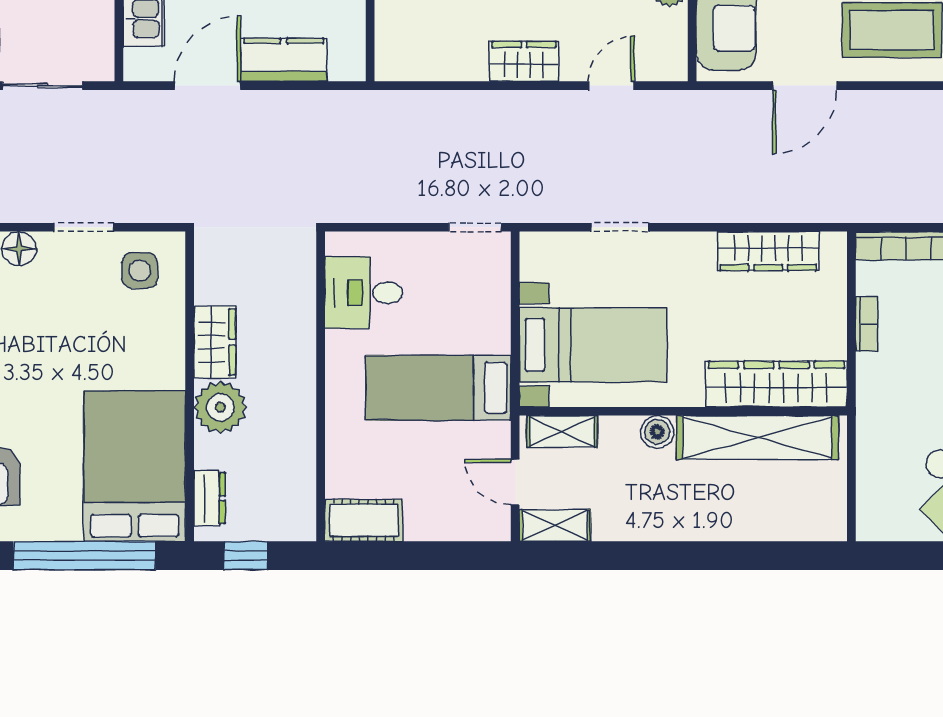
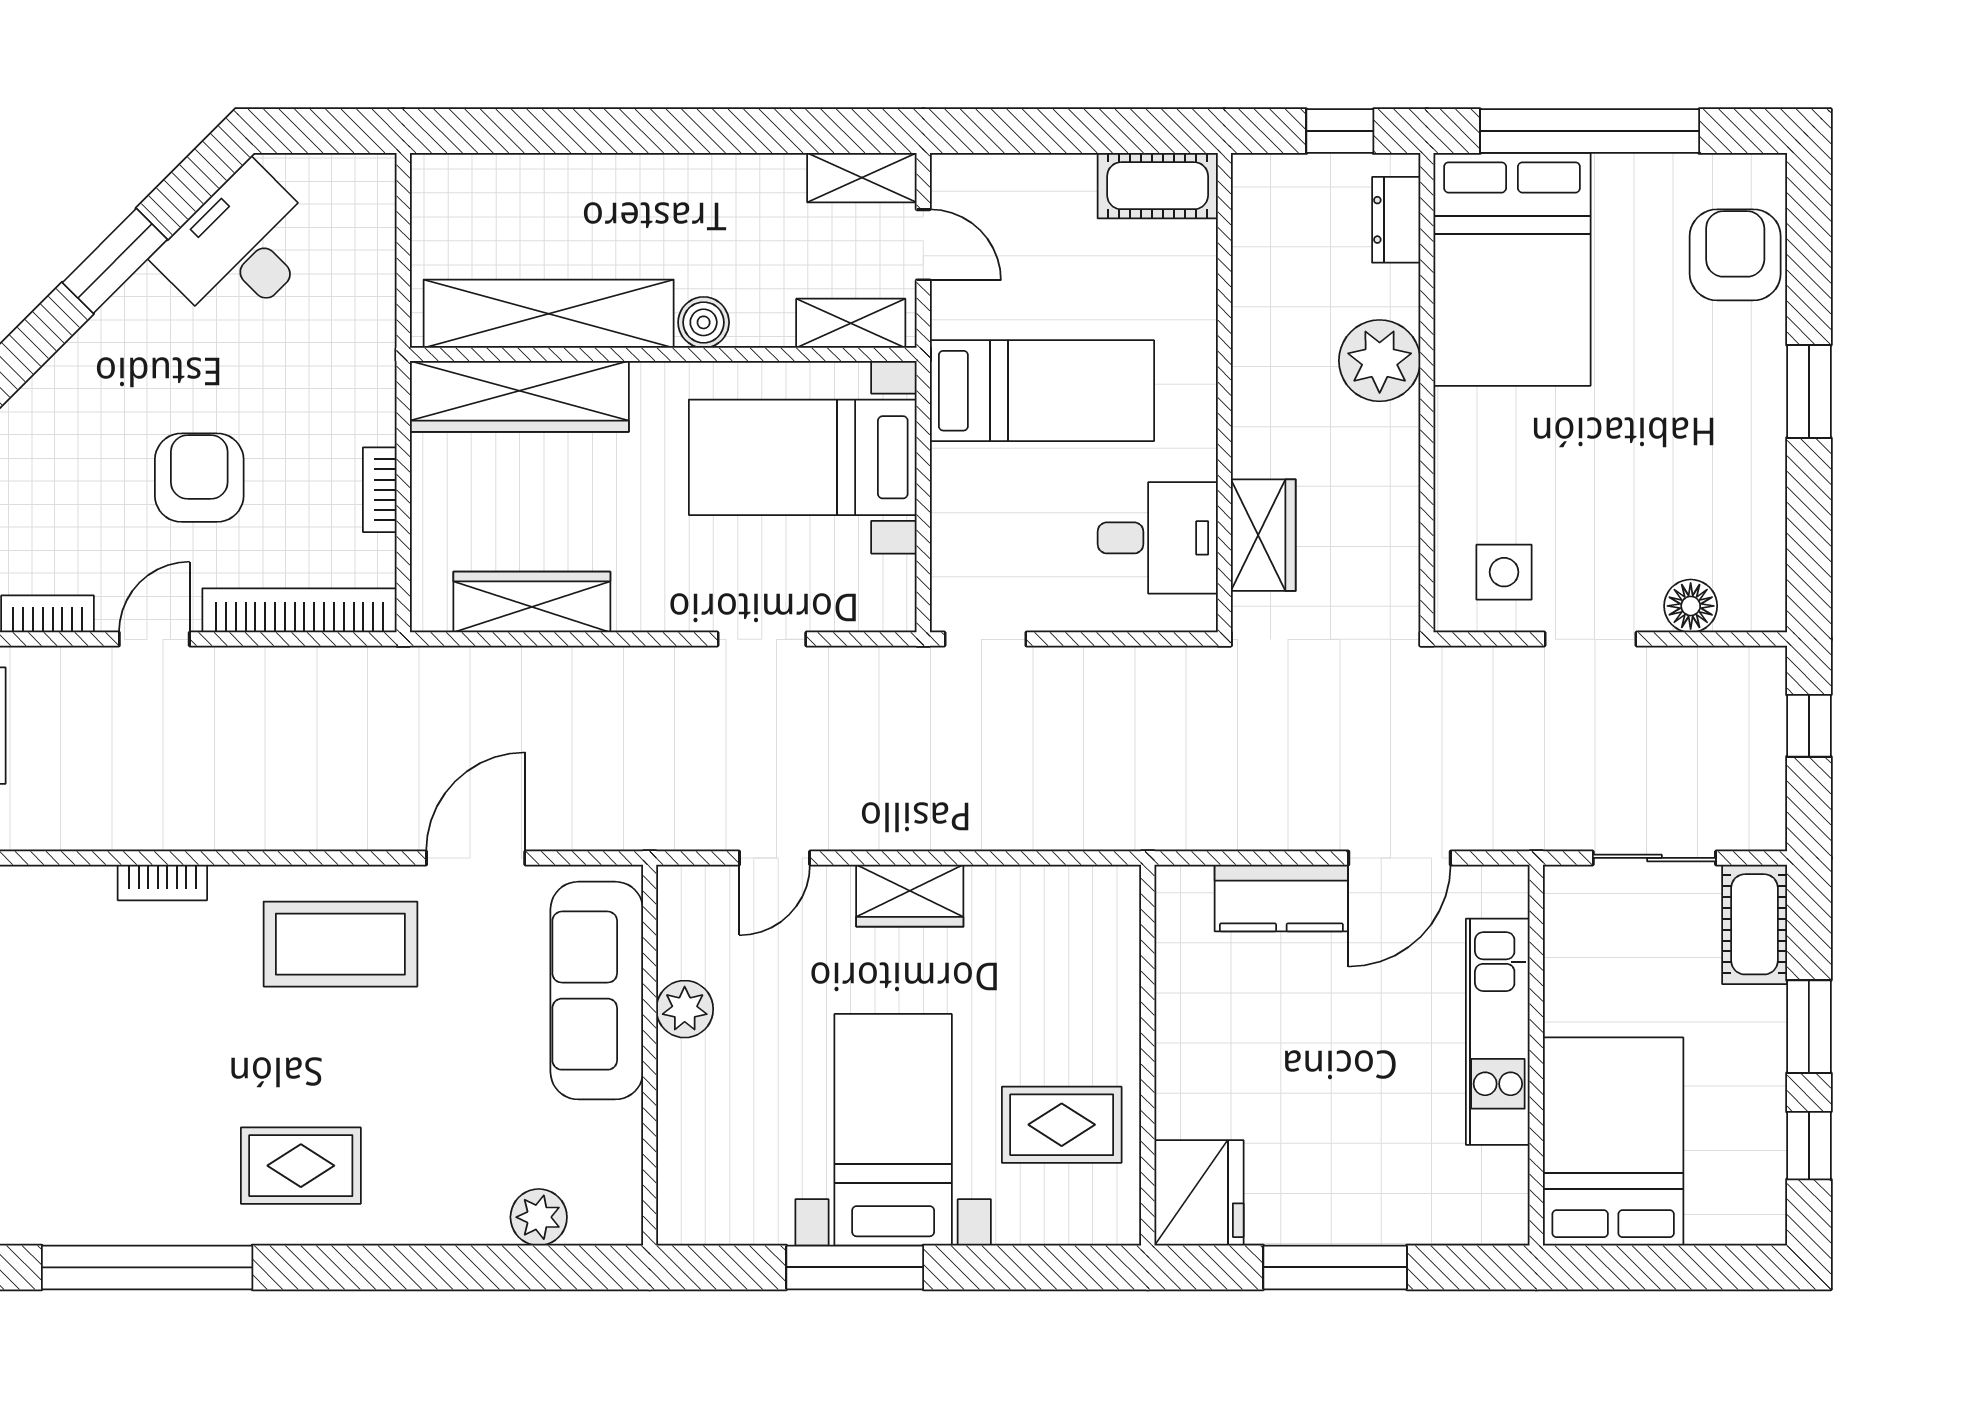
wardrobe: (215, 342) -> (1263, 535), moved, turned 180

